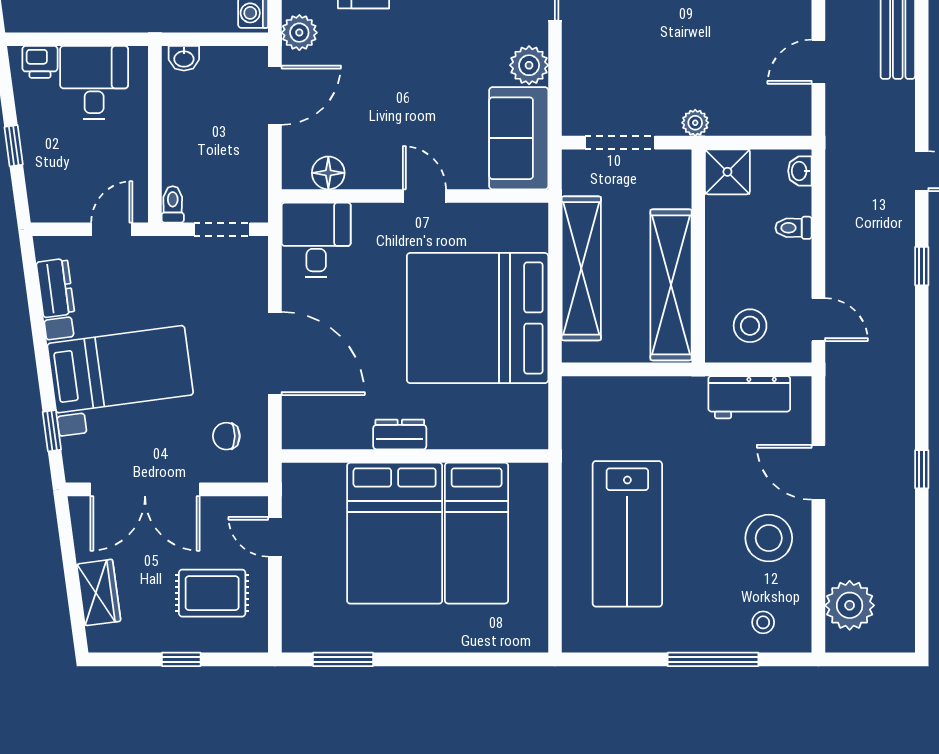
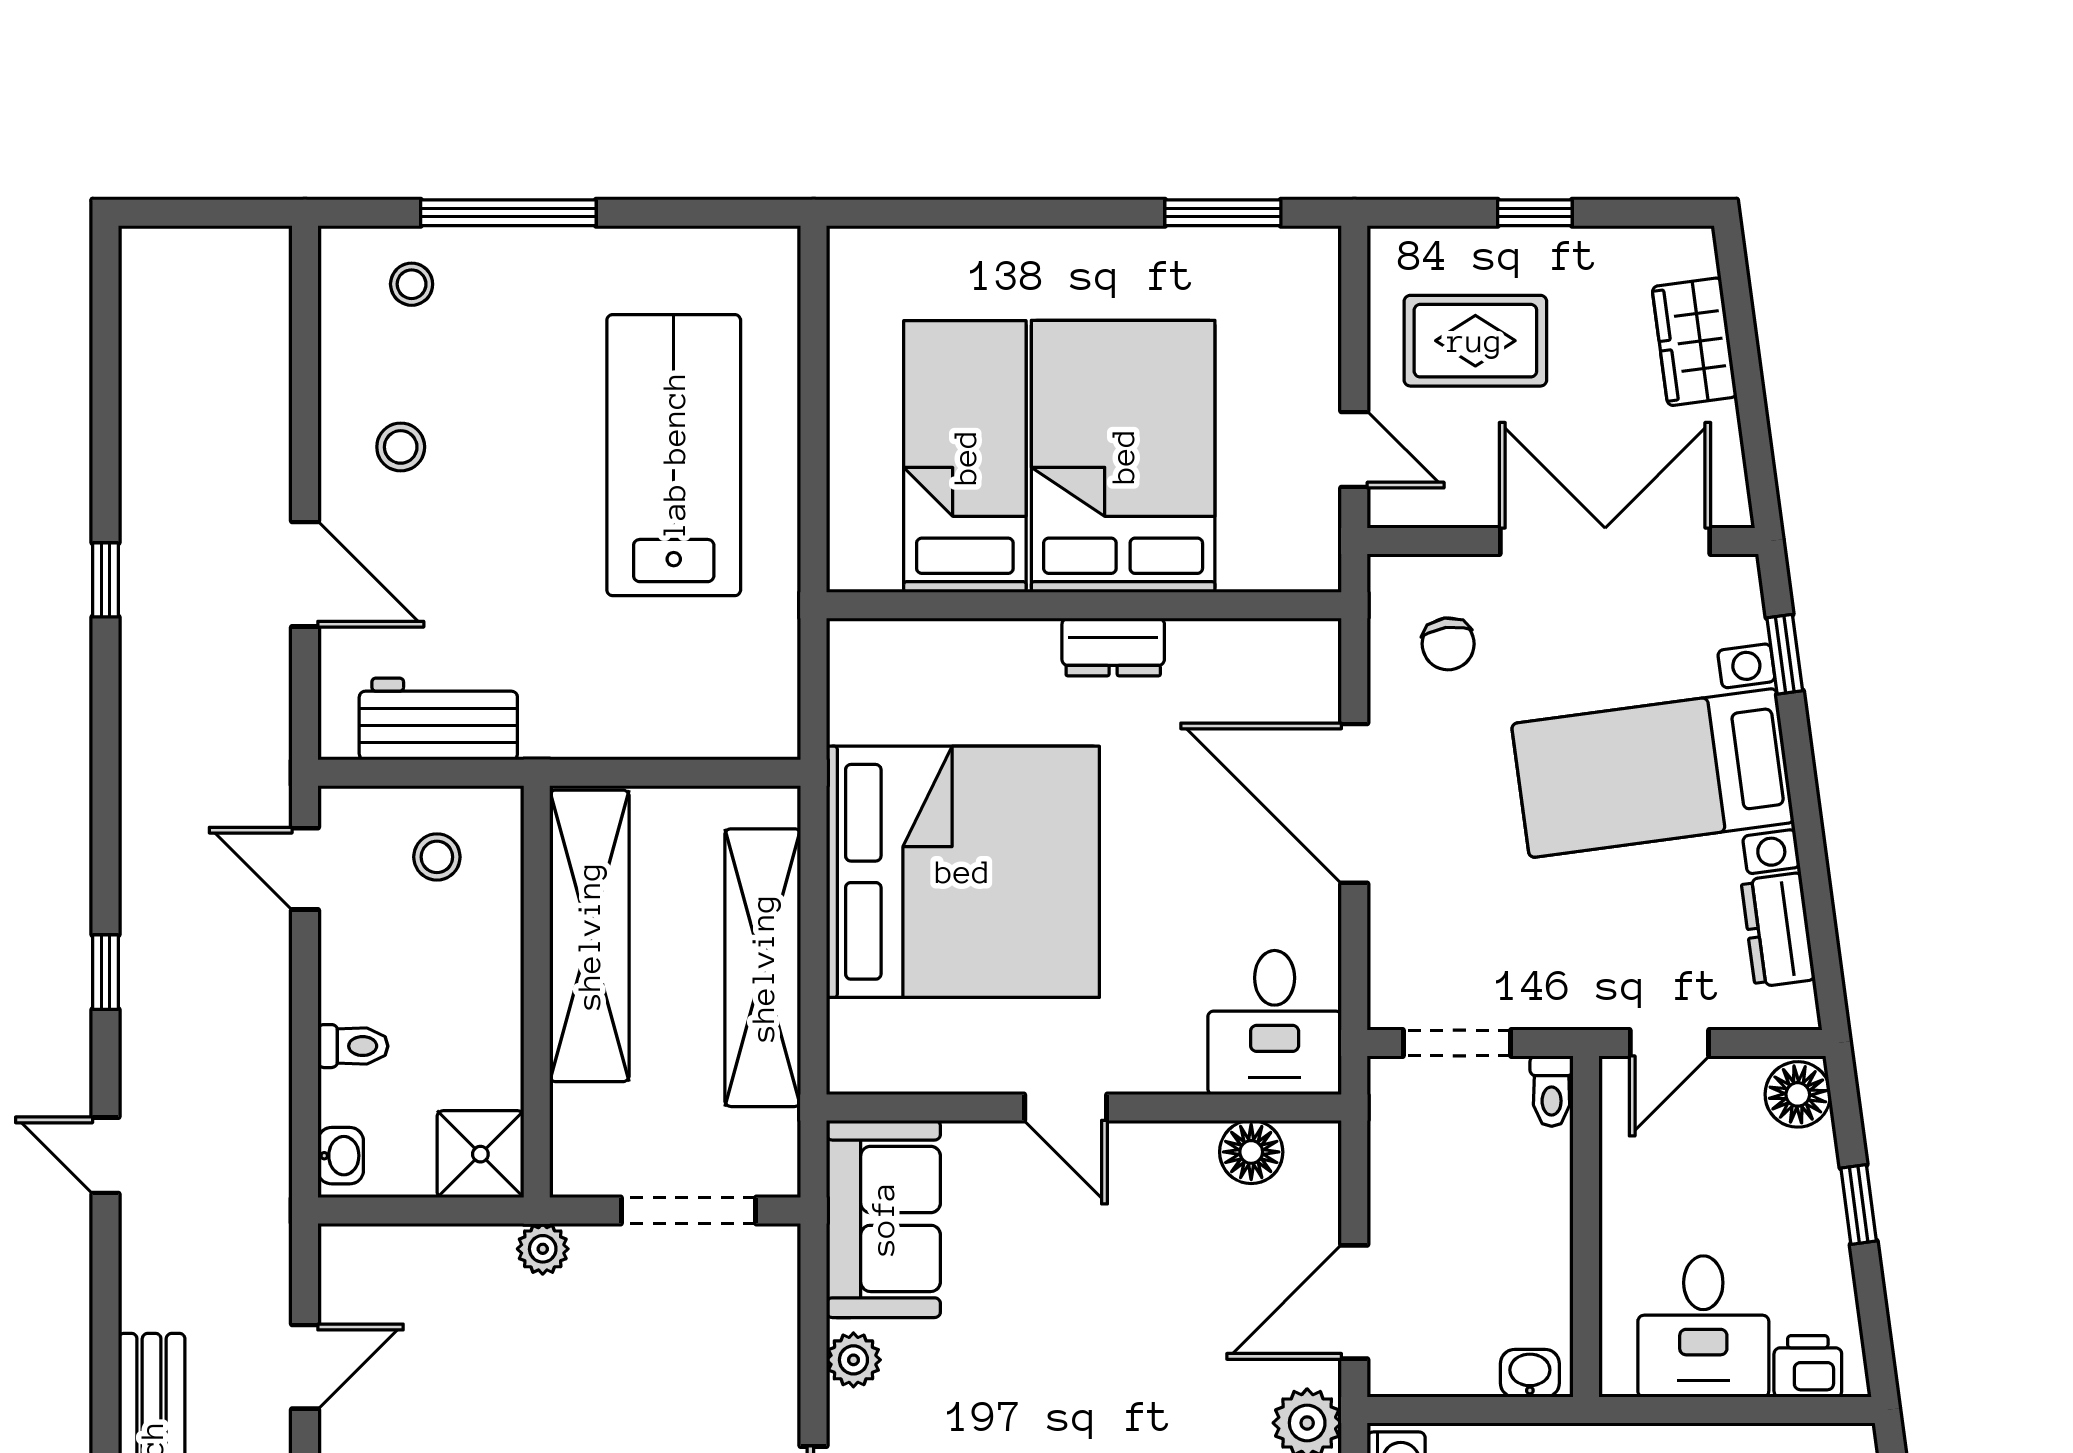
plant: (529, 65) -> (853, 1360), width x0.73, depth x0.73
floor lamp: (45, 203) -> (1798, 1094), added
stool: (750, 326) -> (437, 857), width x0.73, depth x0.73
chair: (226, 436) -> (1448, 644), turned 82
stool: (769, 538) -> (401, 447), width x0.53, depth x0.53
plant: (850, 605) -> (245, 317), removed

